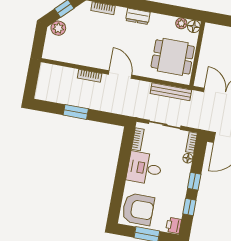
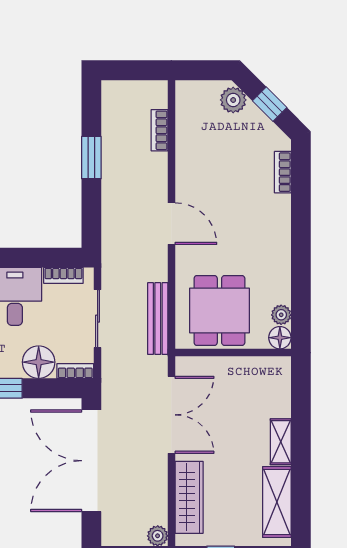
dresser: (138, 16) -> (280, 236), removed
door: (120, 75) -> (171, 224), hinge flipped
bookcase: (90, 76) -> (159, 130), moved
floor lamp: (188, 158) -> (39, 362), width x1.89, depth x1.89

